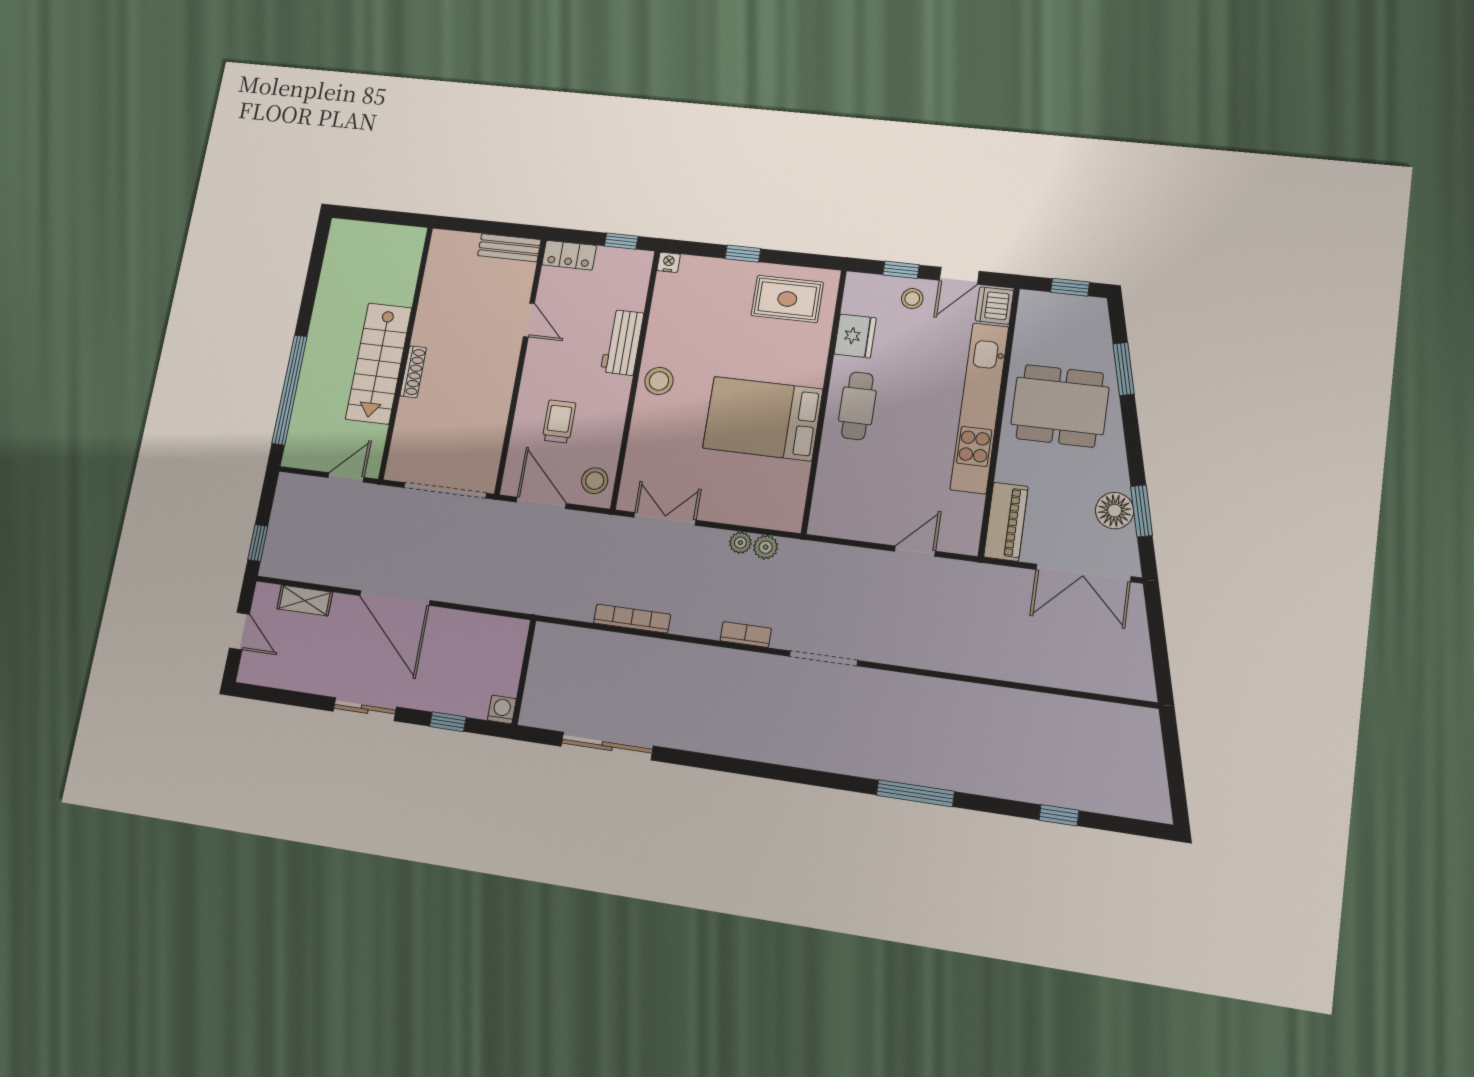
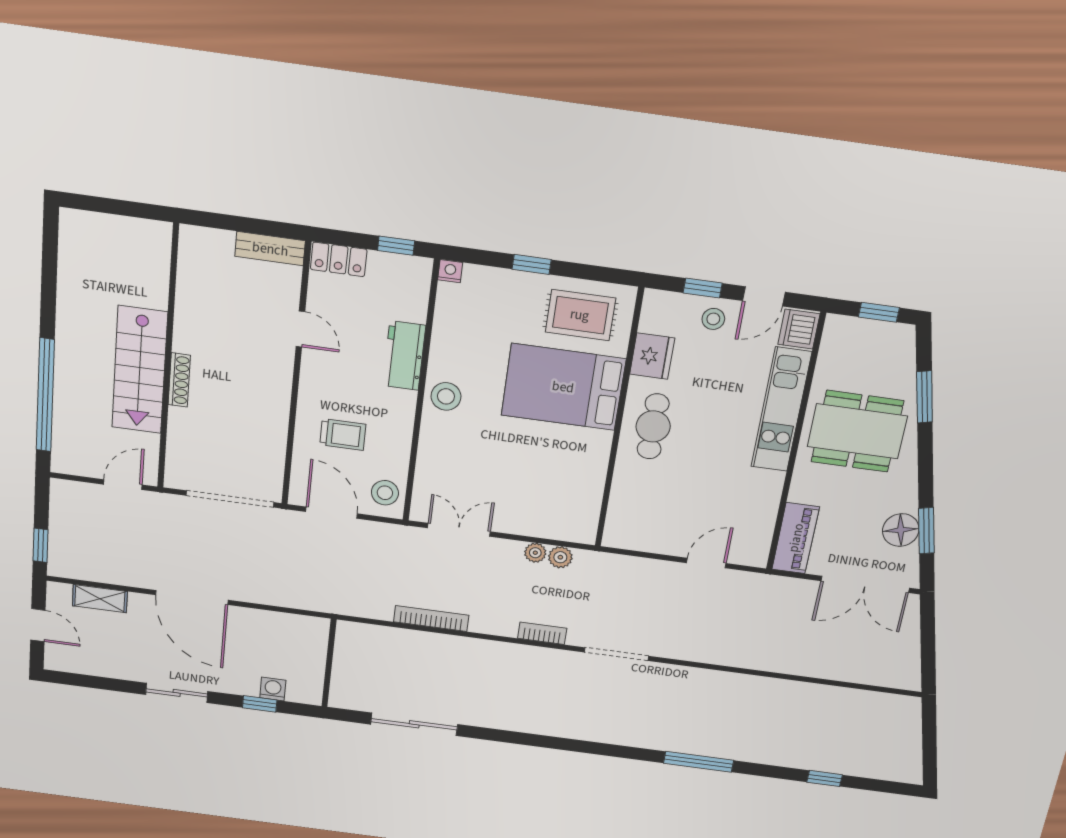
kitchen unit: (979, 408) -> (781, 410), width x0.73
bed: (763, 419) -> (563, 387), moved
trolley: (559, 422) -> (343, 435), turned 90
washing machine: (502, 709) -> (273, 689), moved

